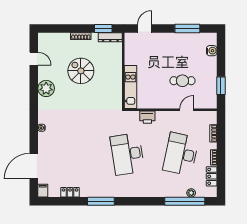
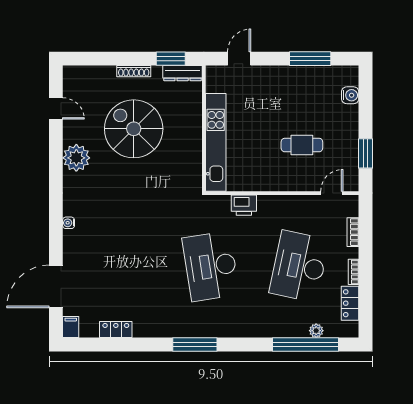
spiral stairs: (81, 71) -> (134, 129), width x1.37, depth x1.37
kitchen unit: (130, 87) -> (216, 142), width x1.36
door: (187, 110) -> (332, 193), moved
window: (101, 201) -> (195, 344), moved

